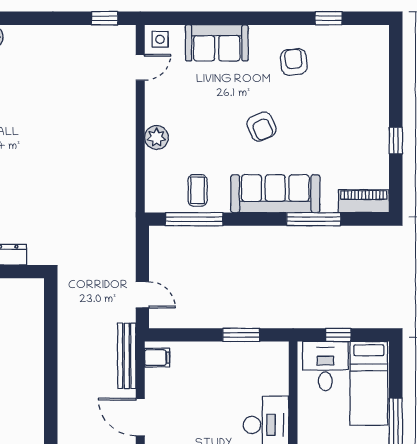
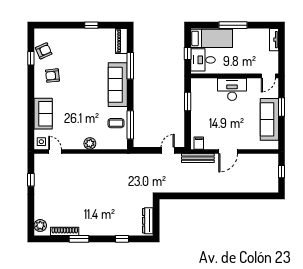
window: (105, 18) -> (31, 180), moved
armchair: (261, 127) -> (44, 51), moved

